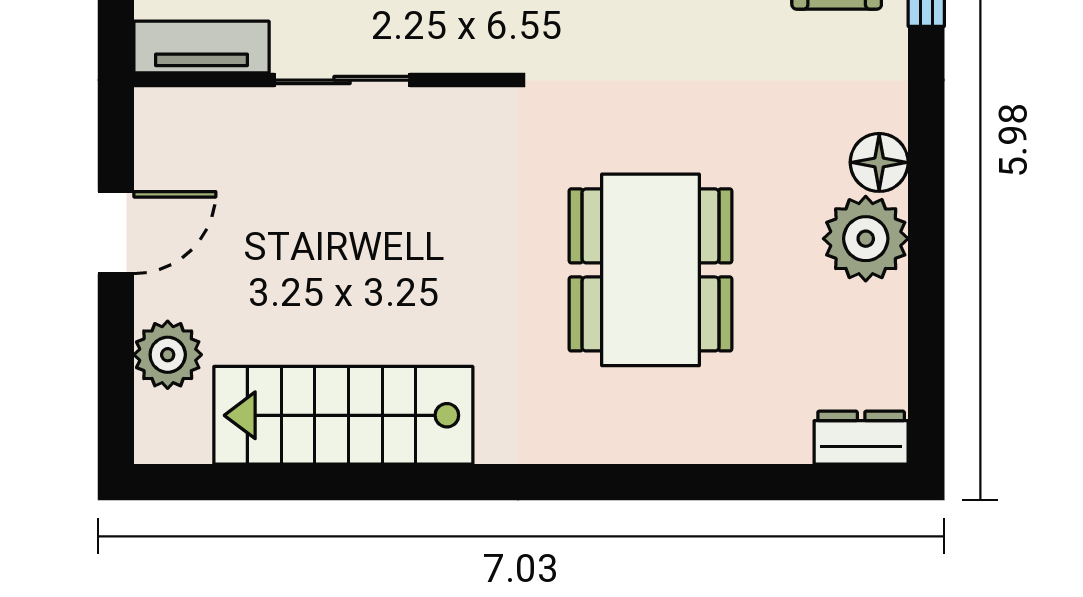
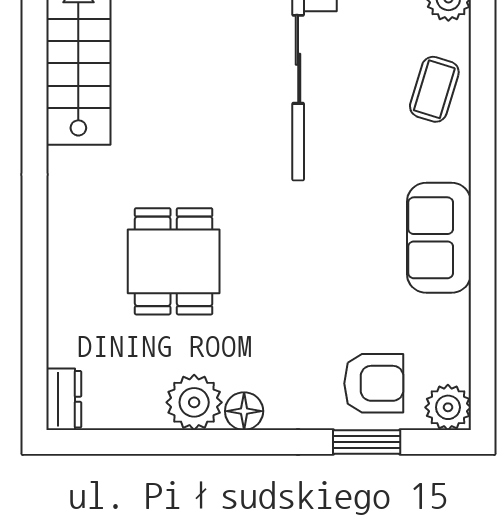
dining table: (650, 270) -> (174, 261), width x0.73

